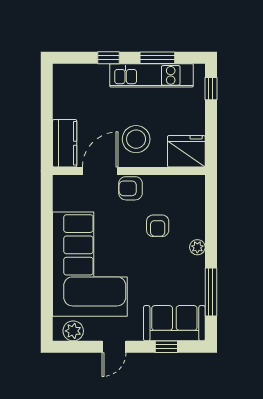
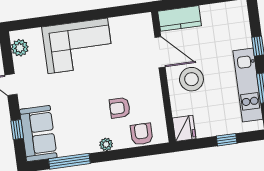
window: (211, 89) -> (227, 140), moved
fridge: (186, 151) -> (184, 128), width x0.73, depth x0.75
armchair: (131, 188) -> (142, 134), moved
corner sofa: (90, 264) -> (78, 46), width x0.73, depth x0.74

